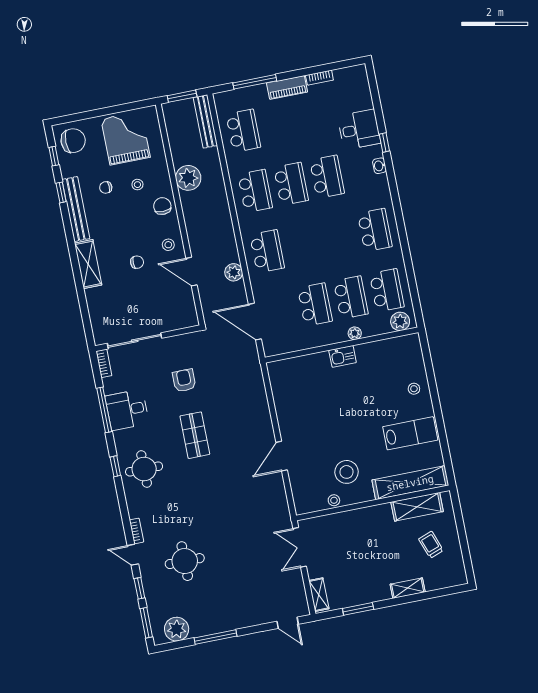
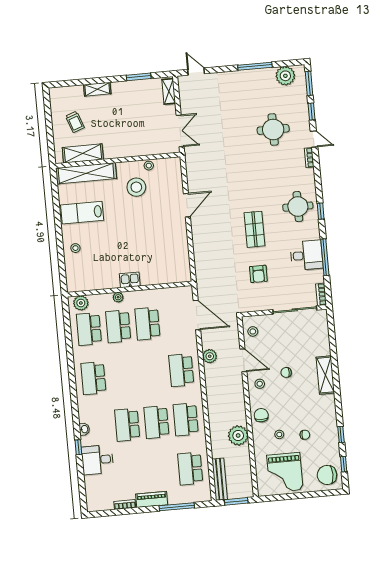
chair: (162, 206) -> (261, 415), turned 180
bench: (76, 209) -> (331, 420), removed
stool: (184, 309) -> (253, 331), added

